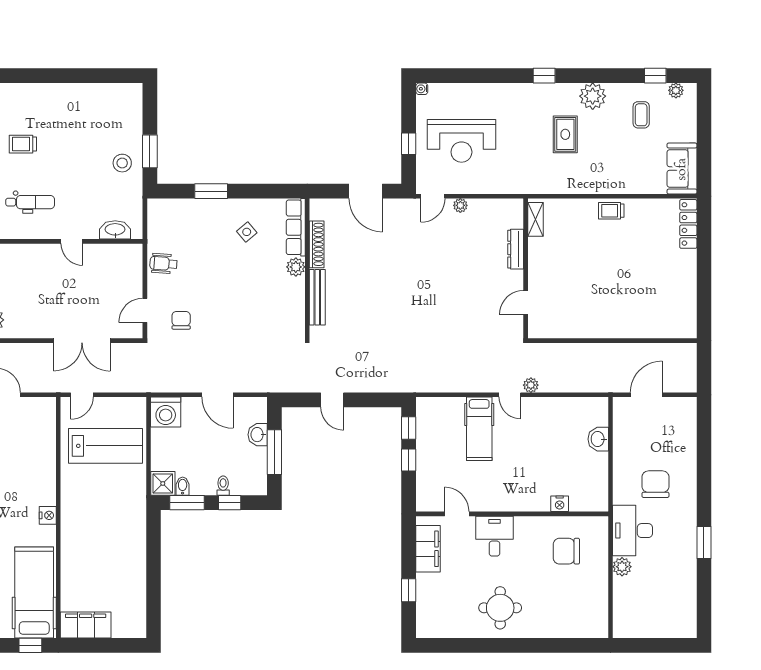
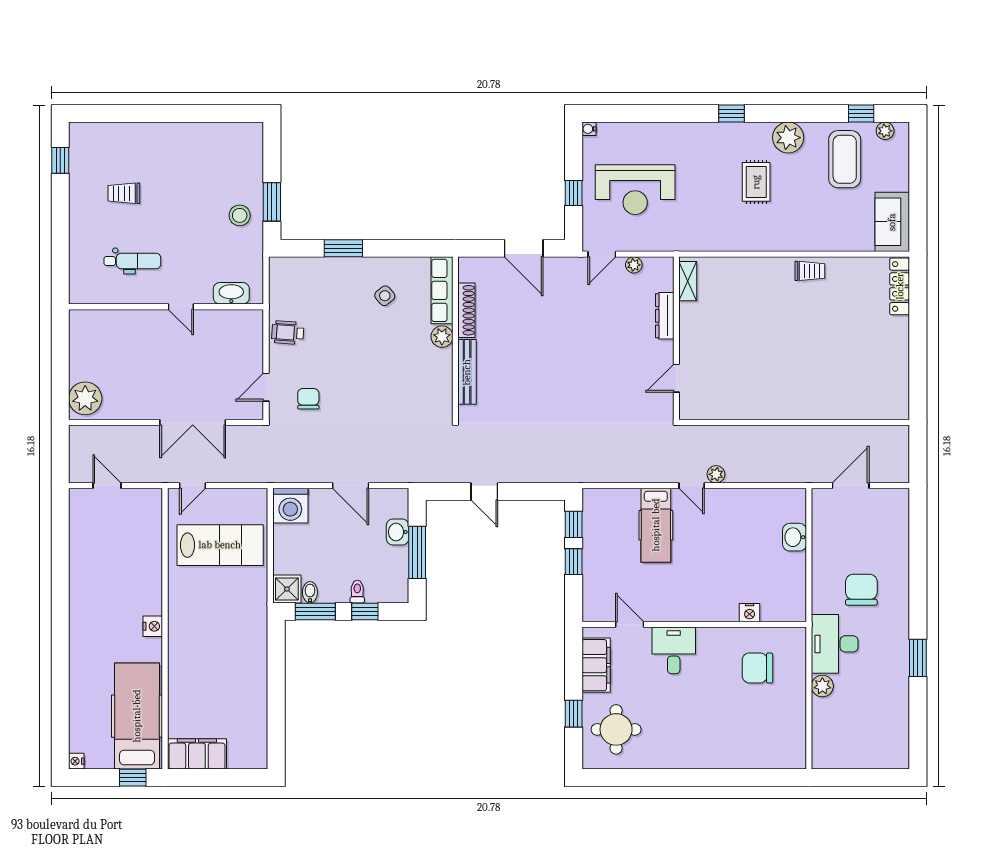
coffee table: (641, 115) -> (845, 159), width x1.86, depth x1.72
trolley: (611, 211) -> (810, 271), turned 180
shelving: (535, 219) -> (688, 281), moved
dresser: (516, 249) -> (665, 316), moved
wall: (526, 268) -> (676, 338), moved
door: (526, 303) -> (676, 378), moved
round table: (500, 608) -> (616, 729), moved

